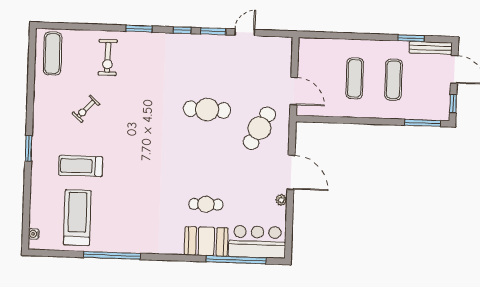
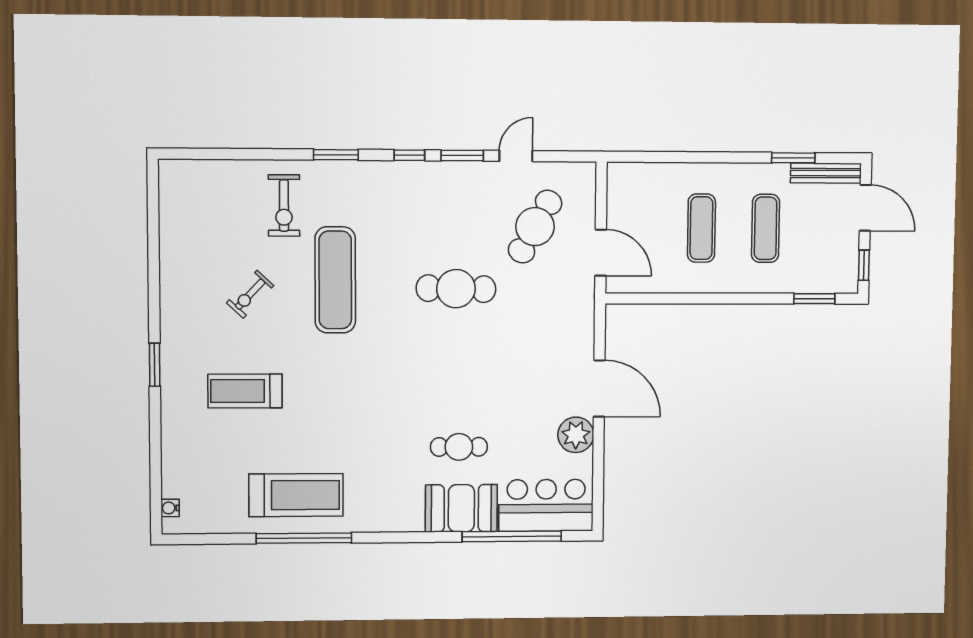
exercise mat: (53, 53) -> (335, 280), moved, width x1.36, depth x1.45
window: (423, 123) -> (814, 299), width x0.69
cafe table: (259, 128) -> (535, 227), moved
plant: (281, 200) -> (576, 435), width x1.87, depth x1.87
treadmill: (77, 218) -> (296, 495), moved, turned 90

